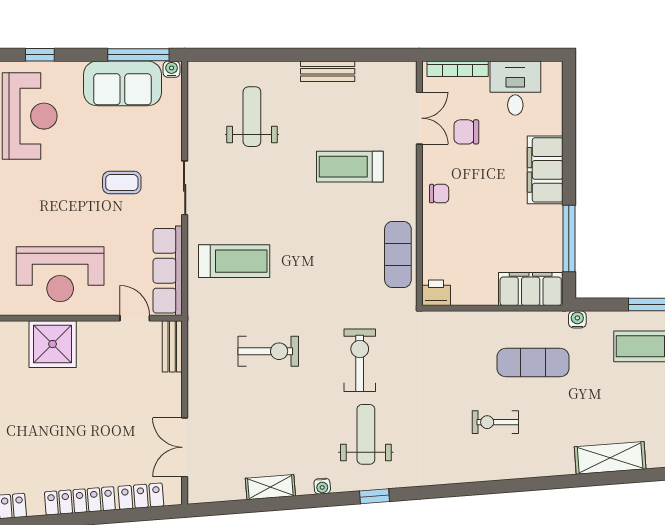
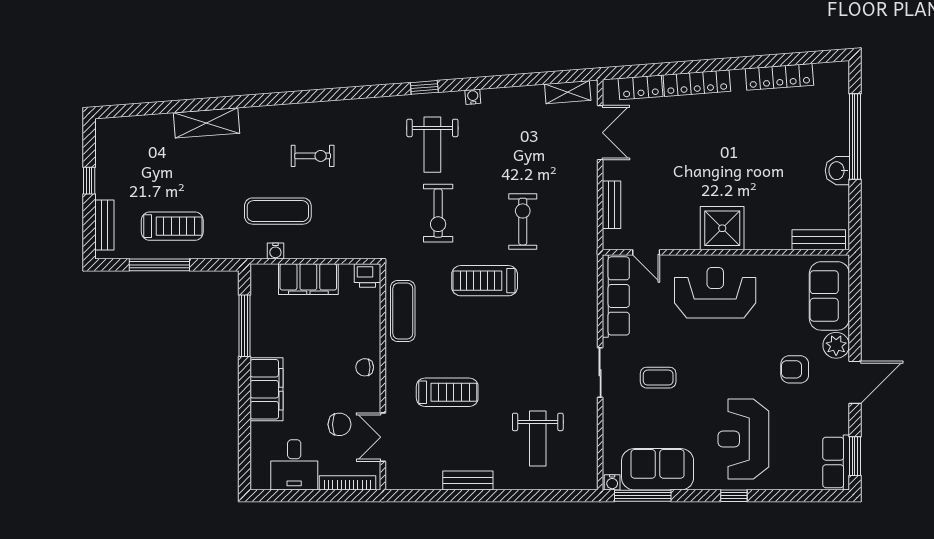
treadmill: (234, 261) -> (485, 281), moved
filing cabinet: (531, 289) -> (308, 279), moved
water cooler: (577, 319) -> (275, 251), moved
bench: (172, 346) -> (611, 205), moved
exercise bike: (268, 351) -> (523, 222), turned 90
shelving: (270, 487) -> (568, 92), moved

